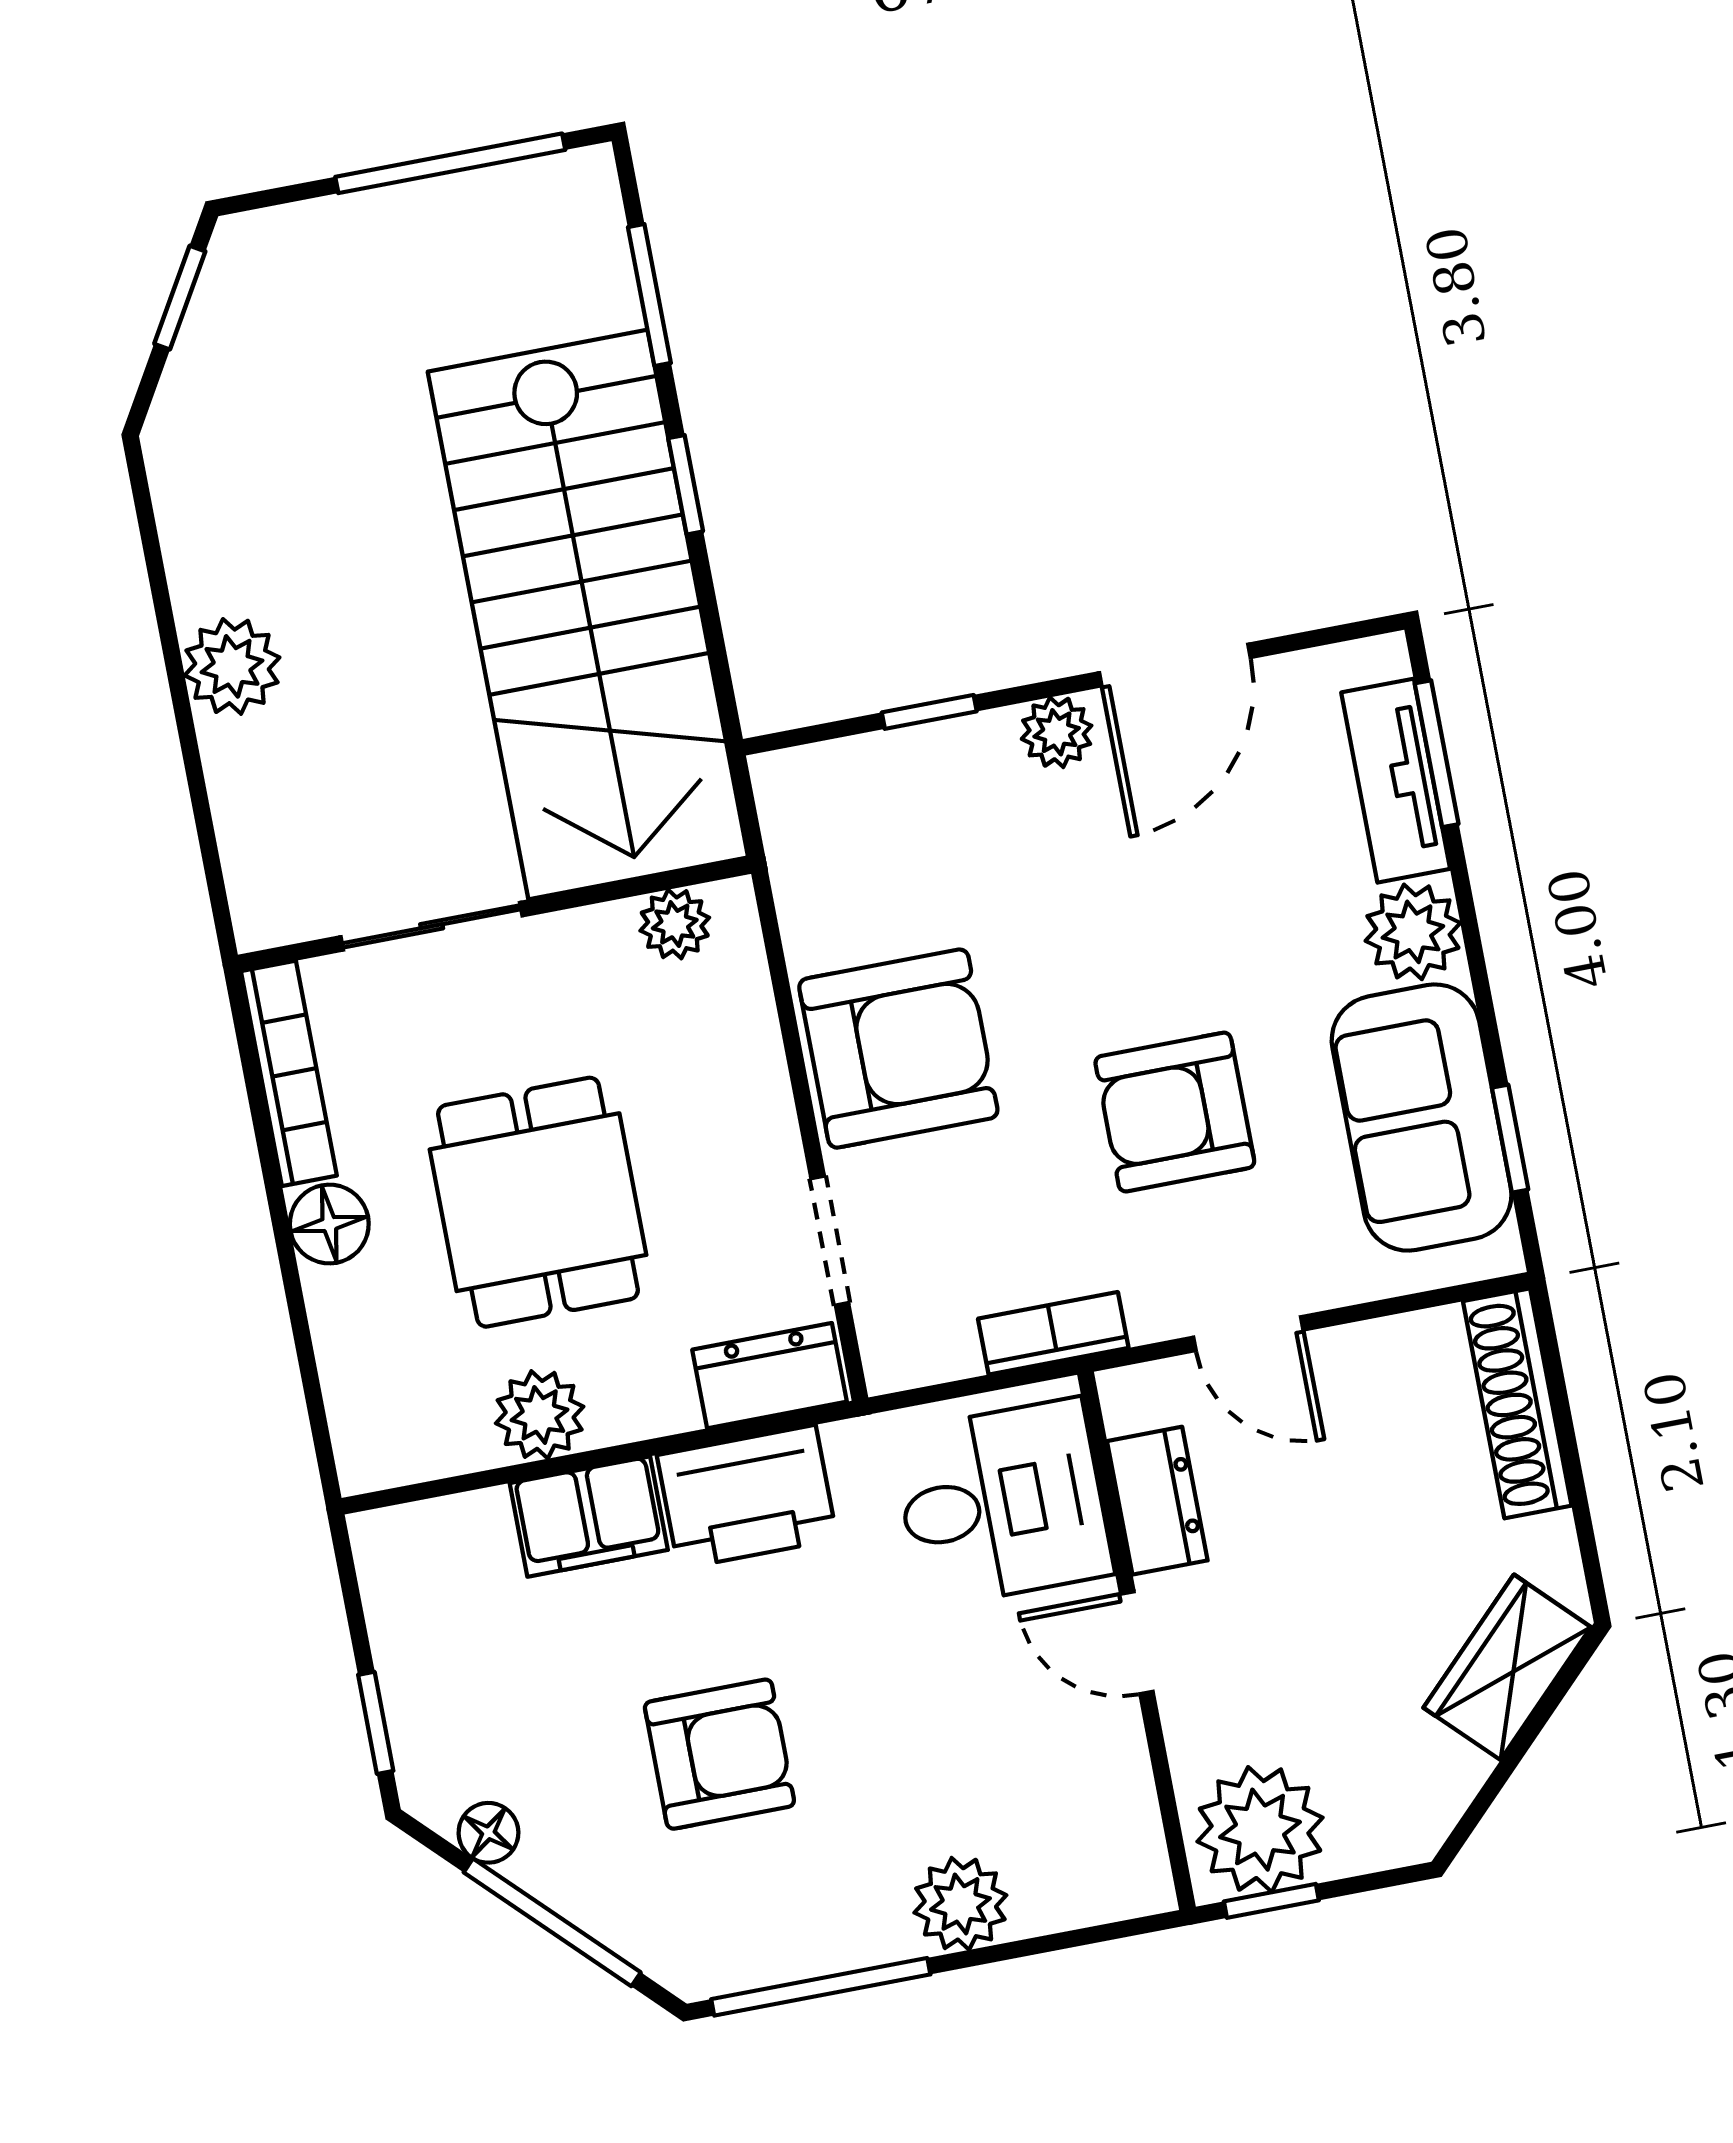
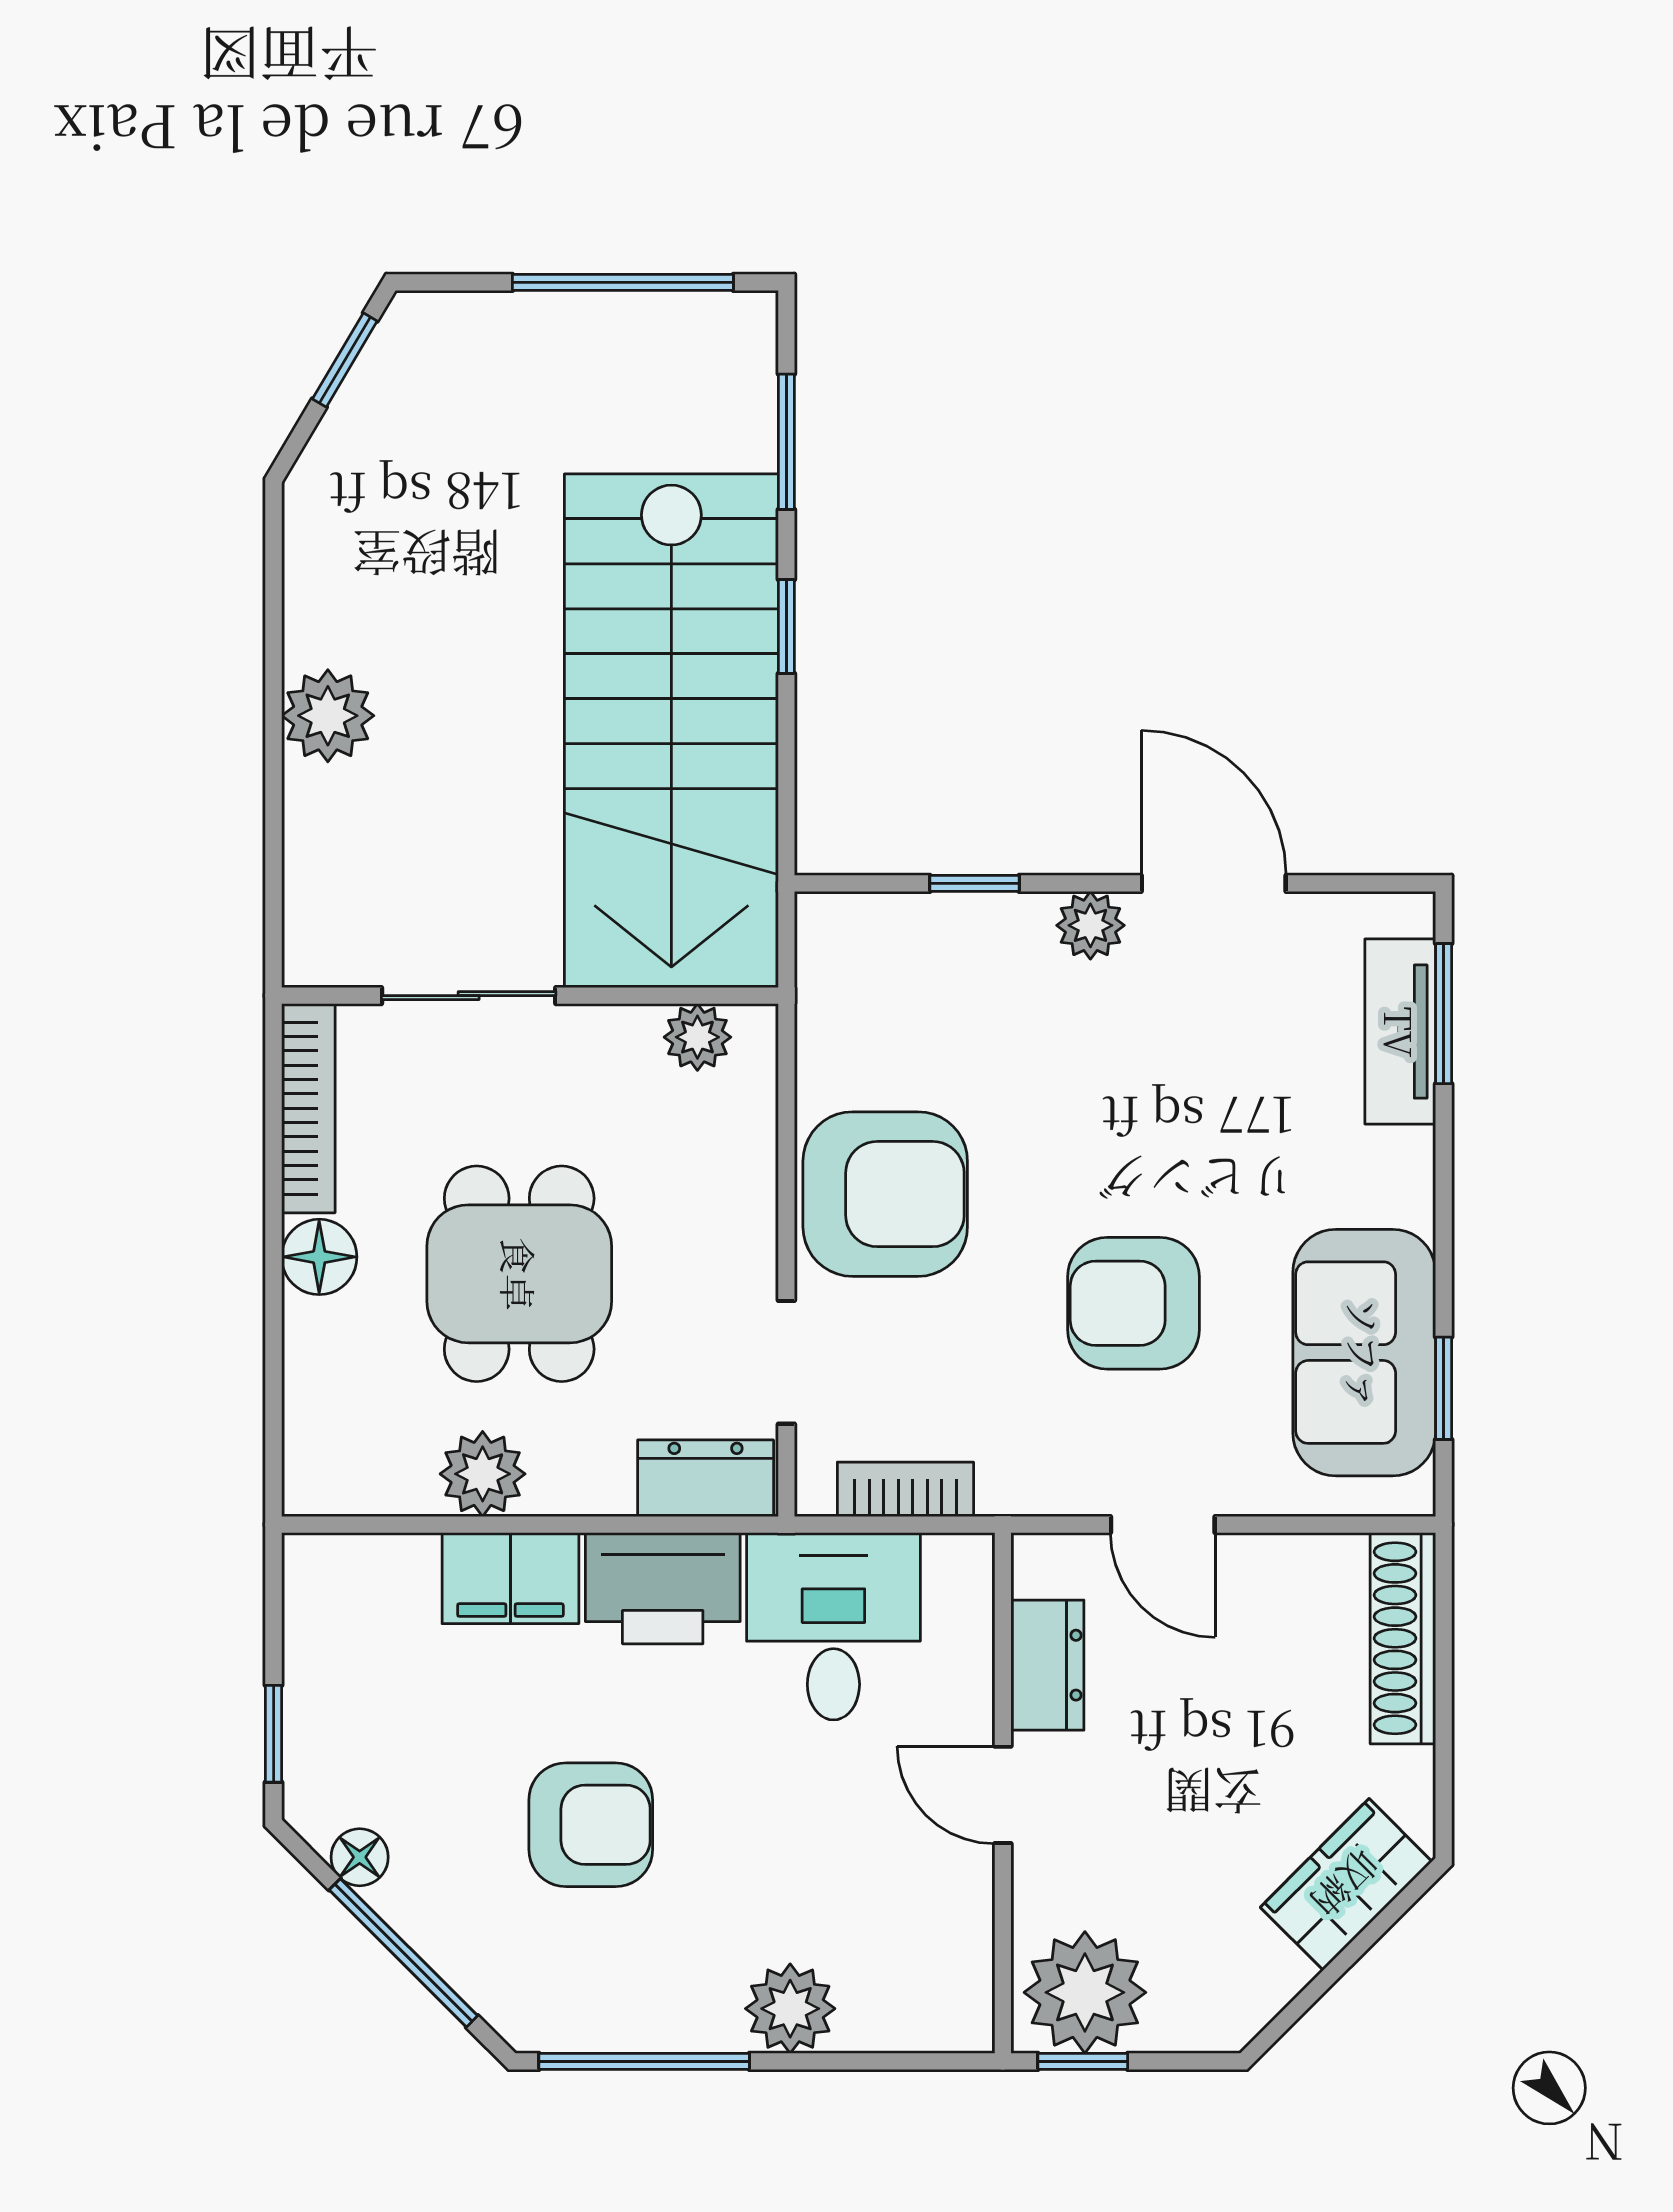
door: (1175, 665) -> (1214, 883), swing flipped
plant: (1413, 932) -> (1389, 1177), removed
bookcase: (1053, 1333) -> (905, 1489), moved
desk: (1002, 1503) -> (833, 1626), moved, turned -90

